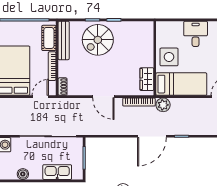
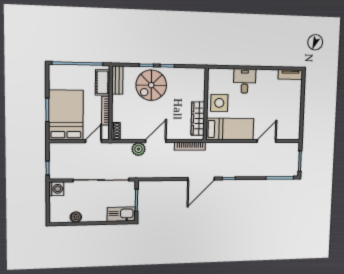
bench: (64, 40) -> (117, 80), width x0.73
wardrobe: (147, 79) -> (198, 119), width x1.50
door: (103, 97) -> (156, 141), swing flipped
plant: (163, 105) -> (139, 149), moved
kitchen sink: (57, 172) -> (121, 214), moved

